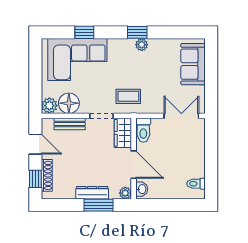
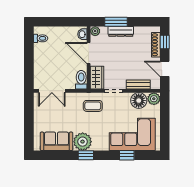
plant: (142, 45) -> (83, 142), width x1.88, depth x1.88
sofa: (193, 64) -> (57, 141), moved, turned -90

